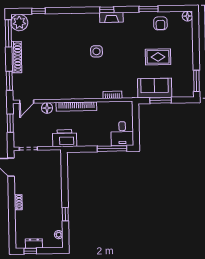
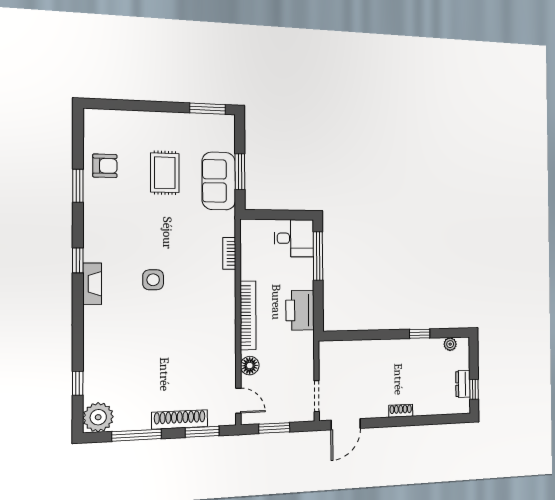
floor lamp: (187, 16) -> (92, 117), removed
fireplace: (111, 17) -> (92, 284), moved
window: (8, 33) -> (137, 435), moved
shoe rack: (17, 57) -> (180, 420), moved
printer: (64, 138) -> (300, 310), moved

